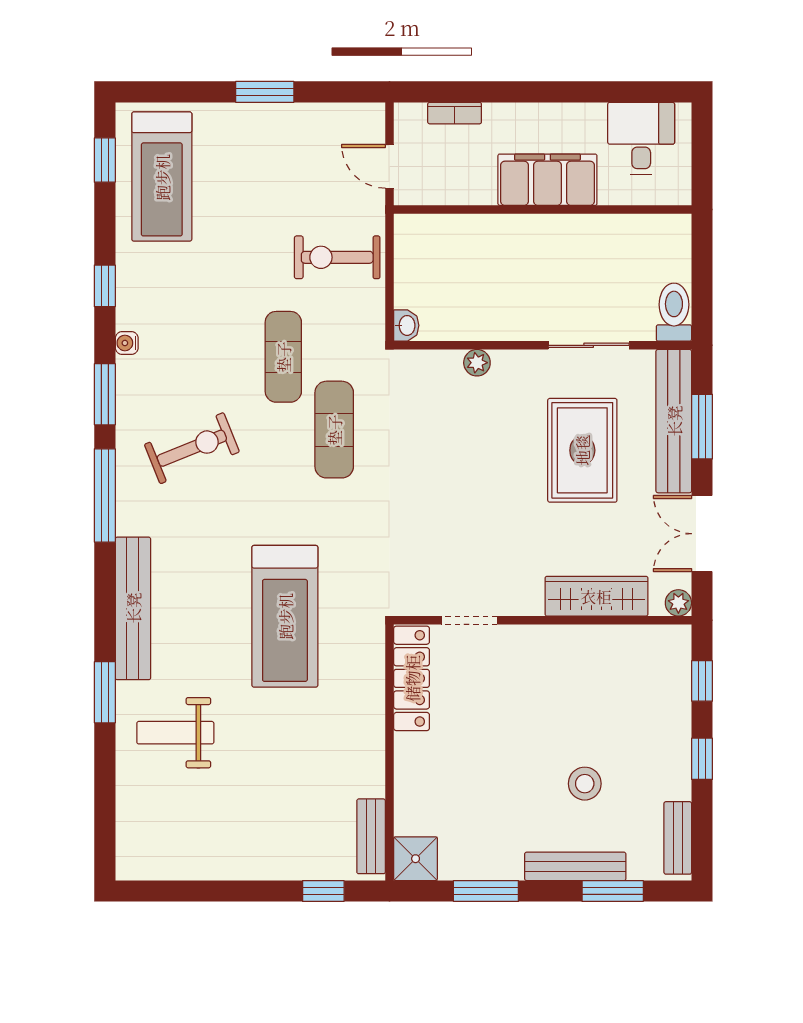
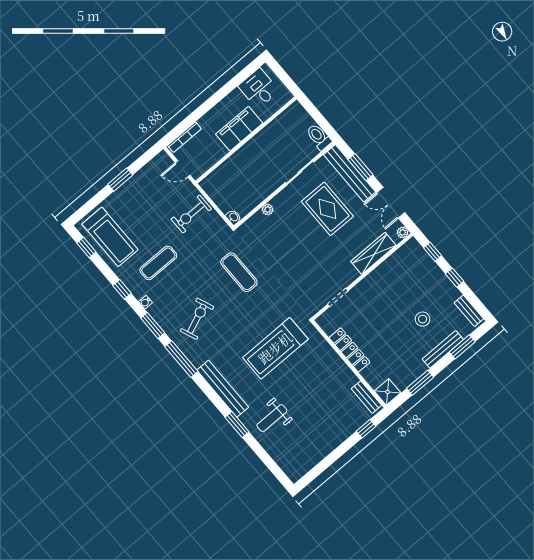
bookcase: (455, 113) -> (184, 137), width x1.56
exercise mat: (283, 357) -> (158, 263), moved, turned 90
treadmill: (285, 616) -> (275, 348), turned 90
locker: (412, 678) -> (349, 350), moved

